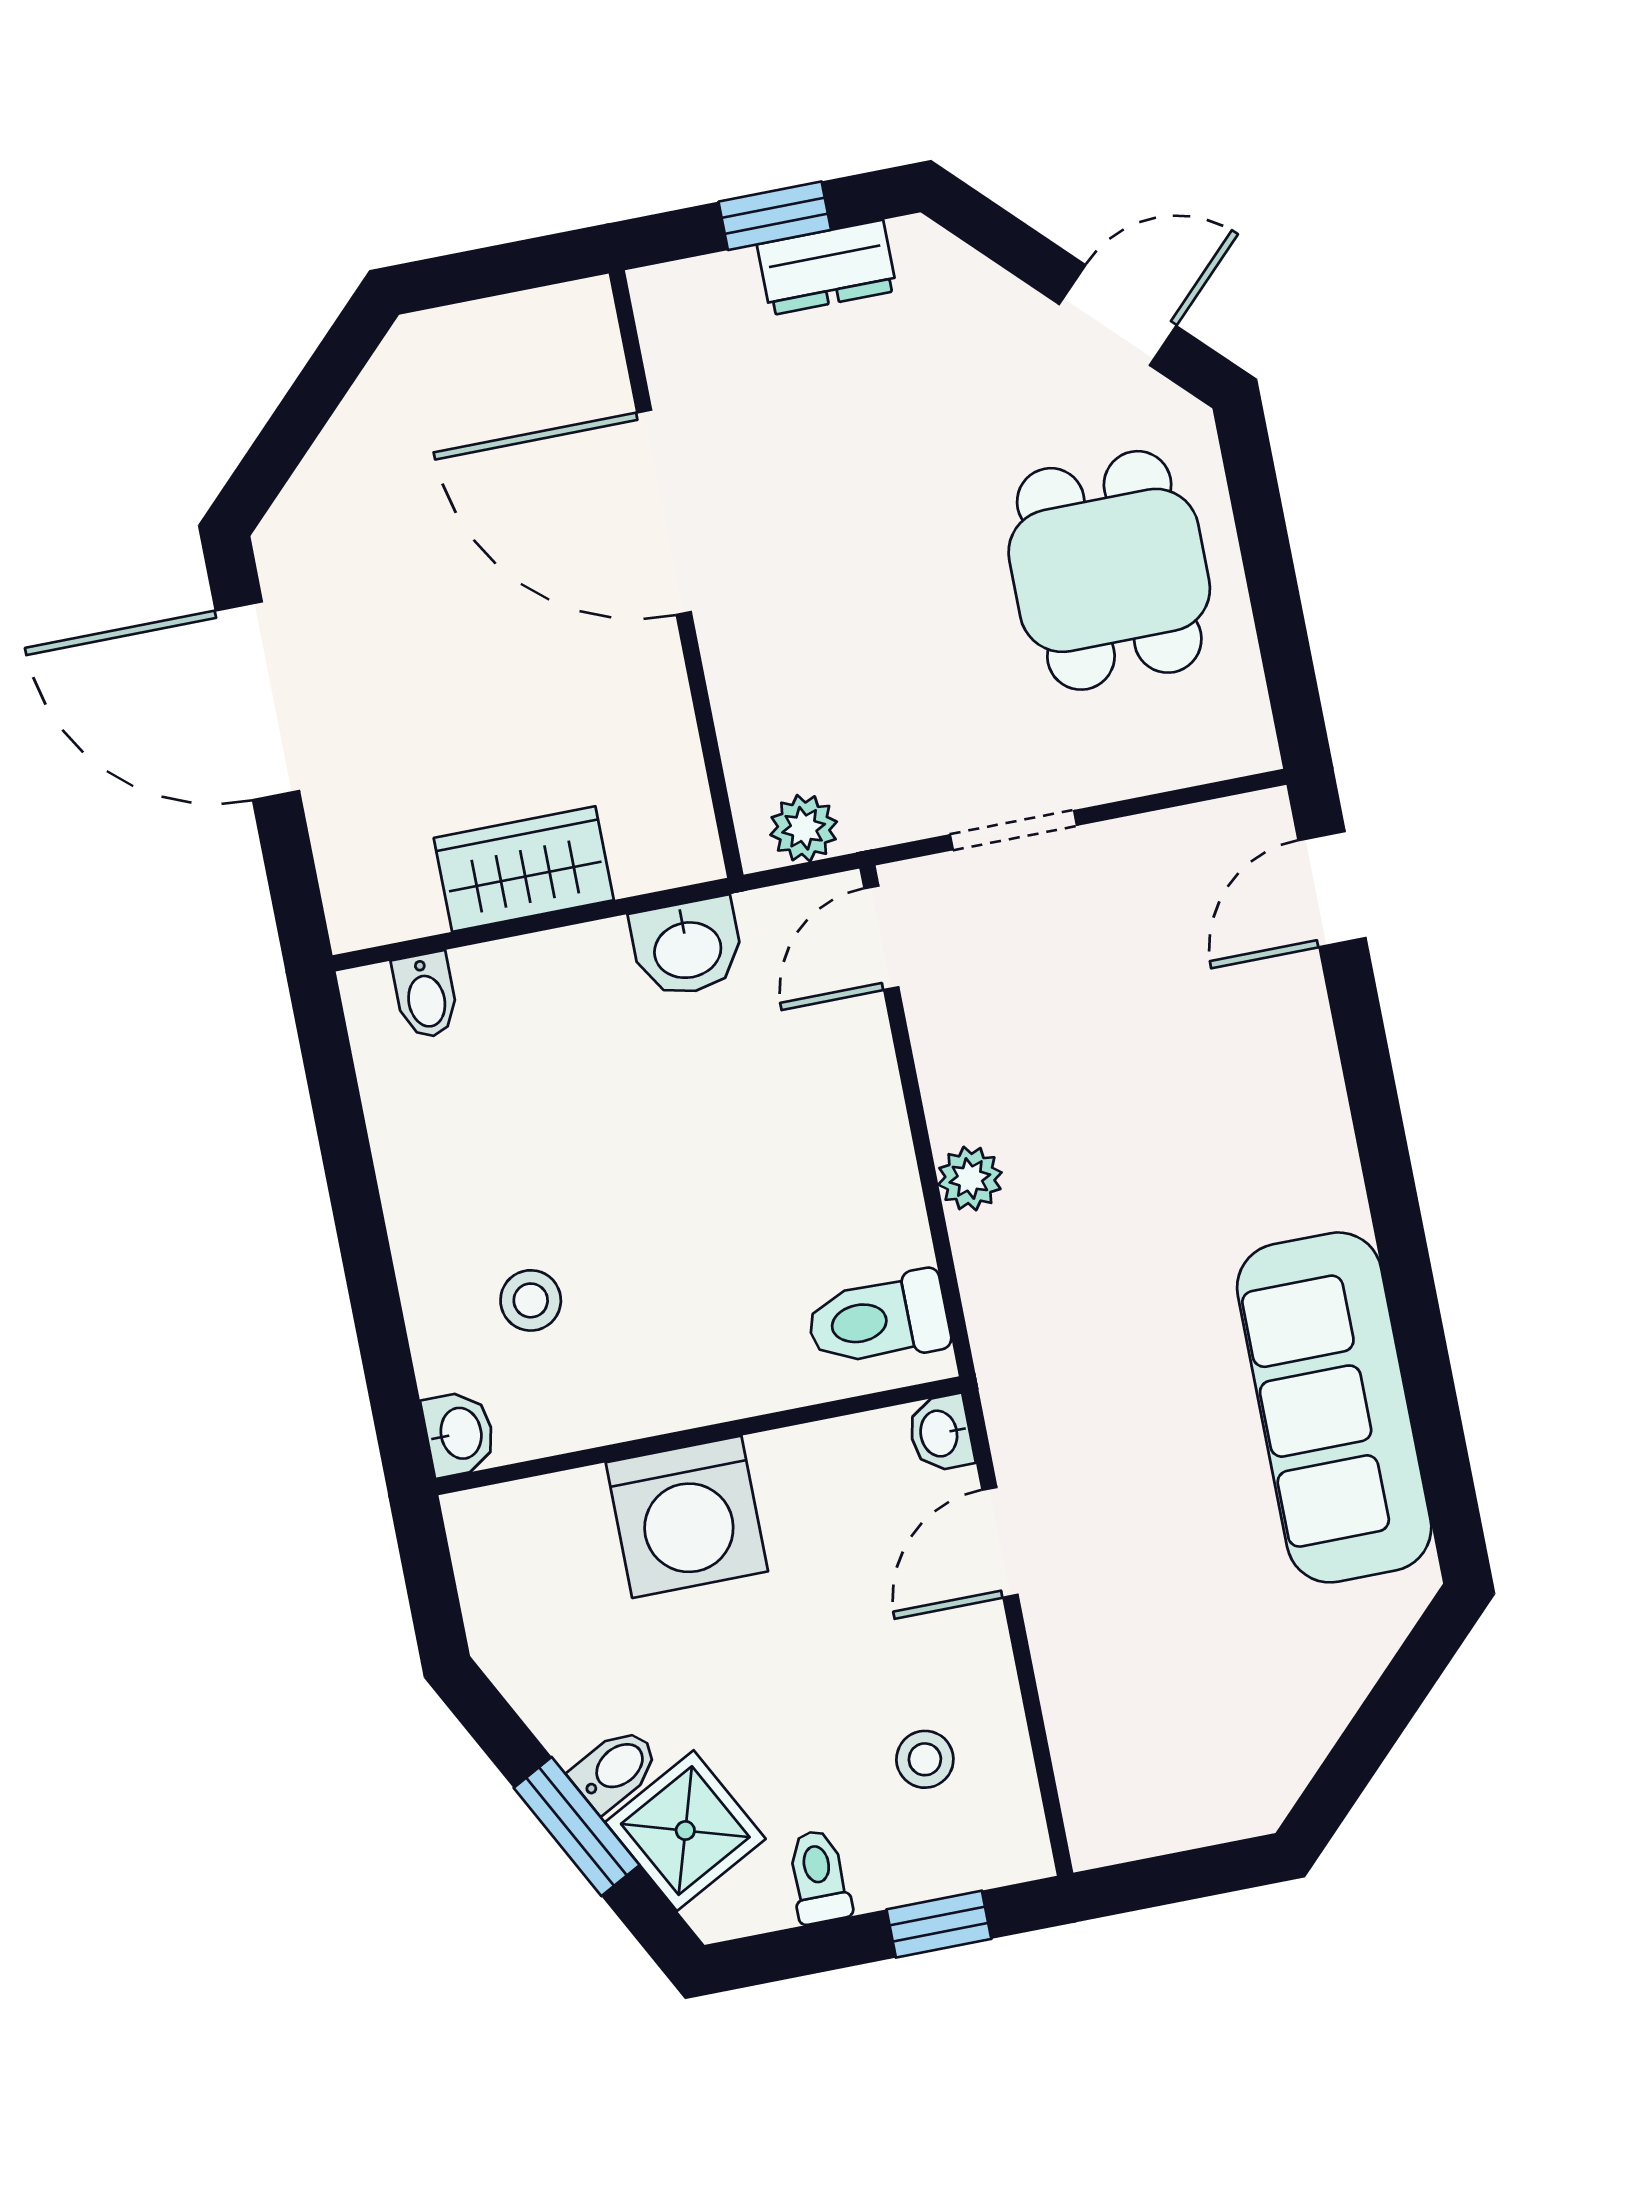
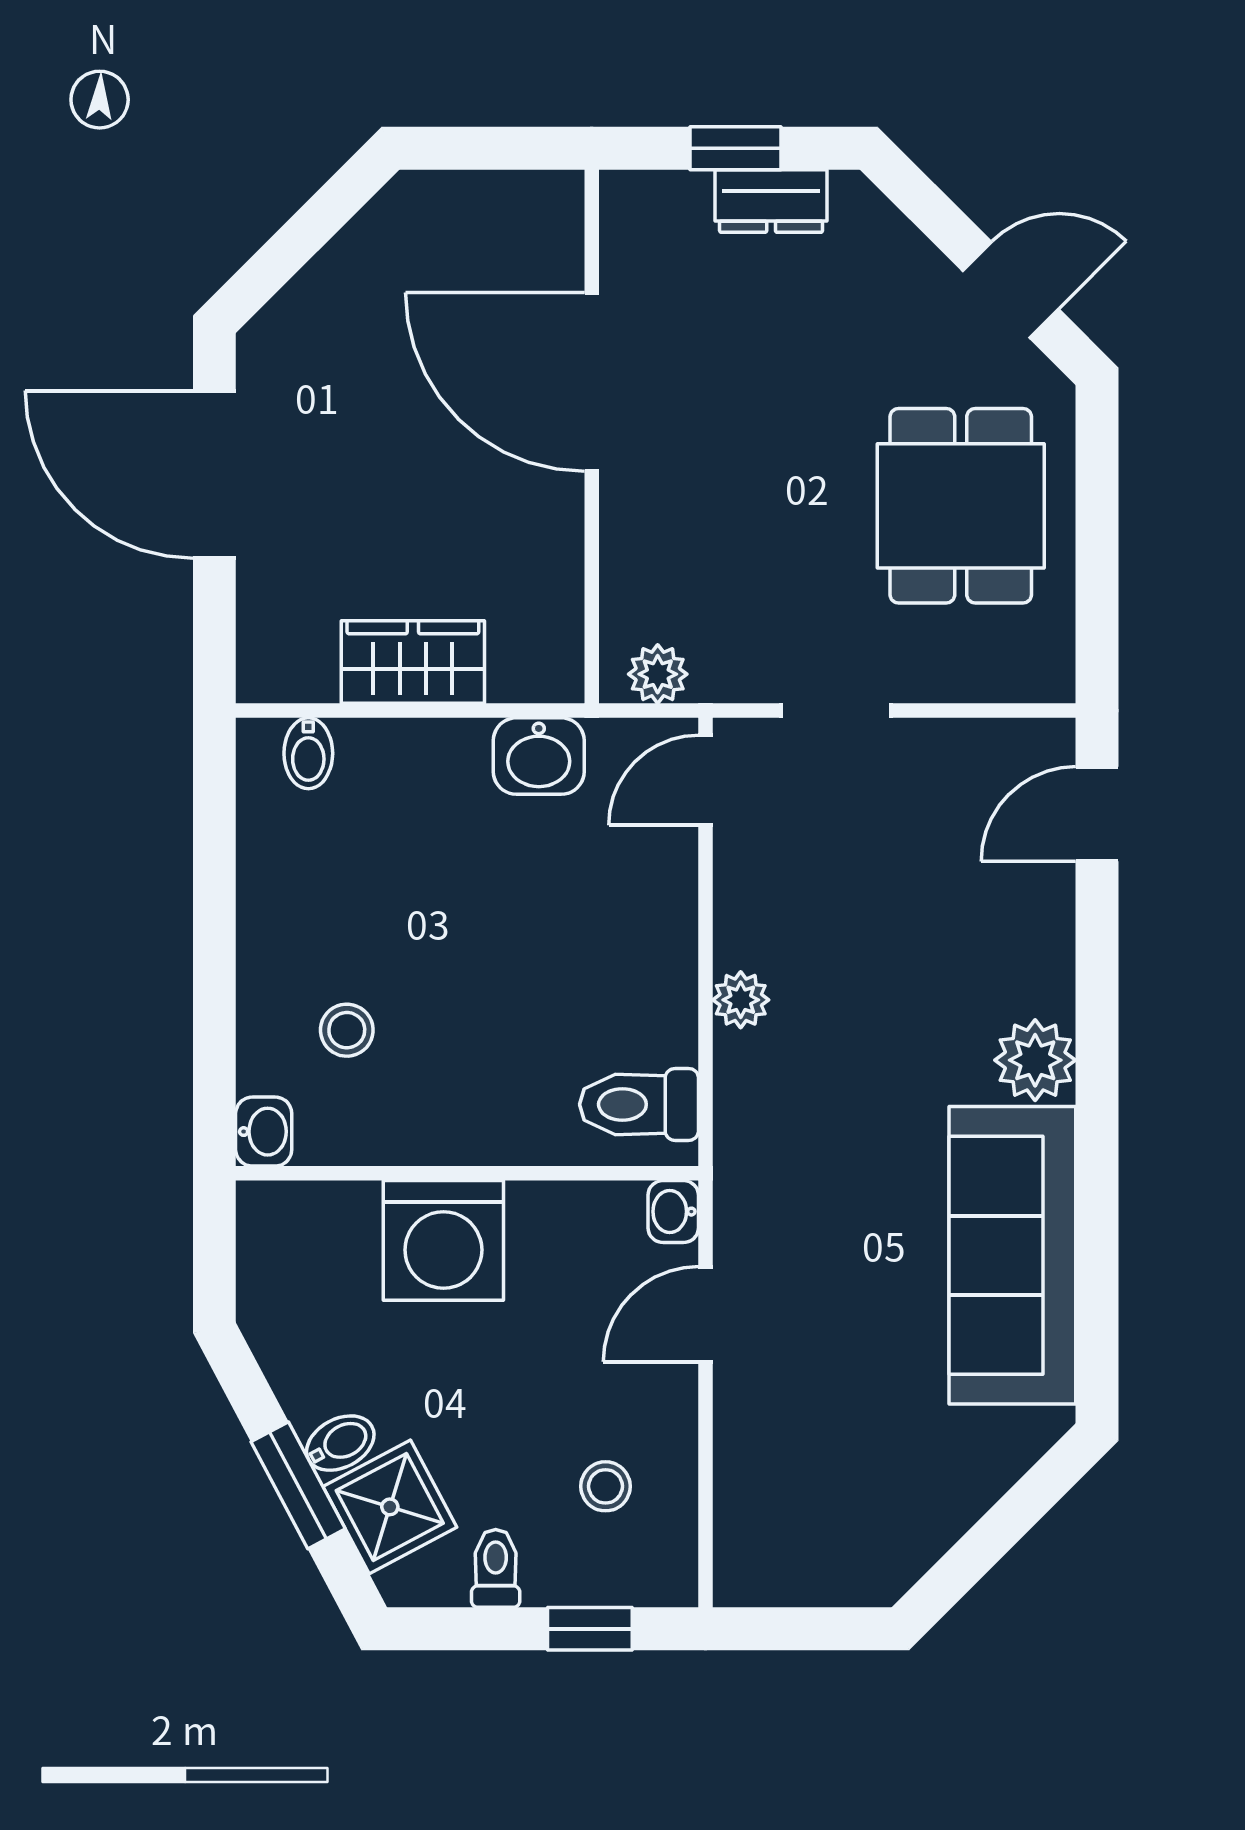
plant: (1317, 1182) -> (1035, 1060), added

